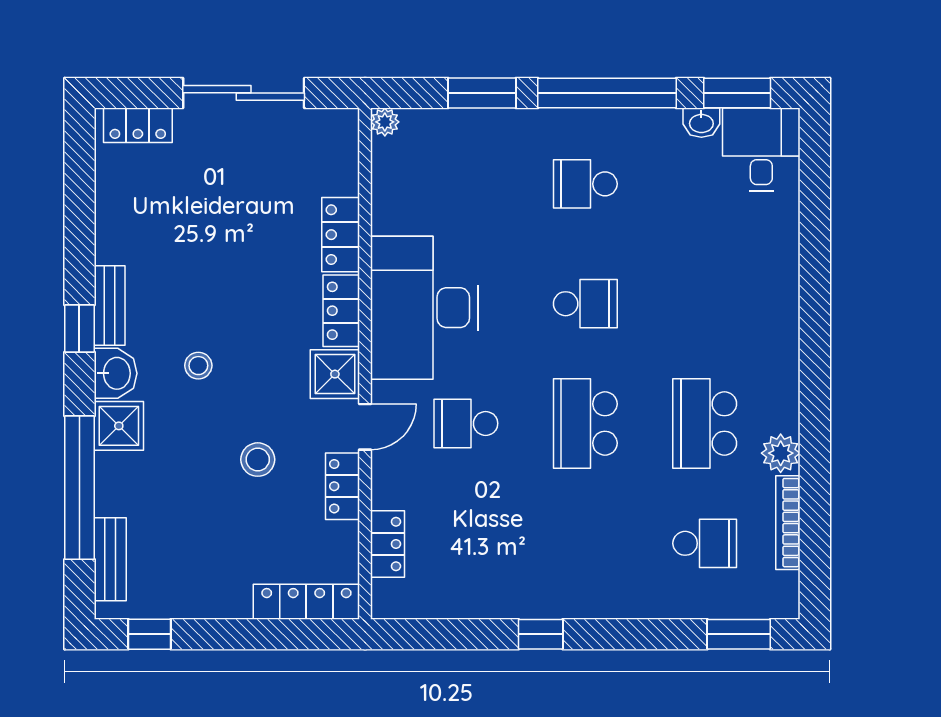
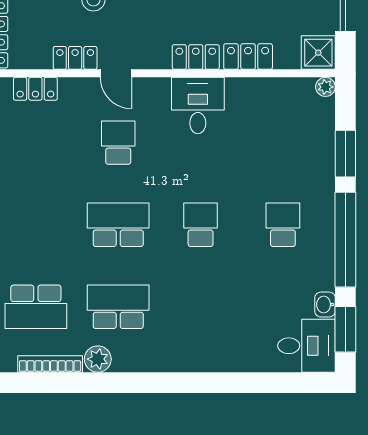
school desk: (585, 304) -> (201, 225), turned 180
desk: (424, 308) -> (198, 106), width x0.53, depth x0.77
shower: (335, 374) -> (318, 53), moved
school desk: (705, 543) -> (36, 307), width x1.85

